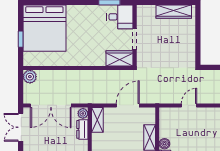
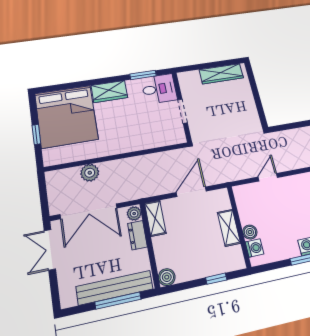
wardrobe: (120, 58) -> (109, 91), moved, turned 180
plant: (30, 77) -> (90, 173), moved

